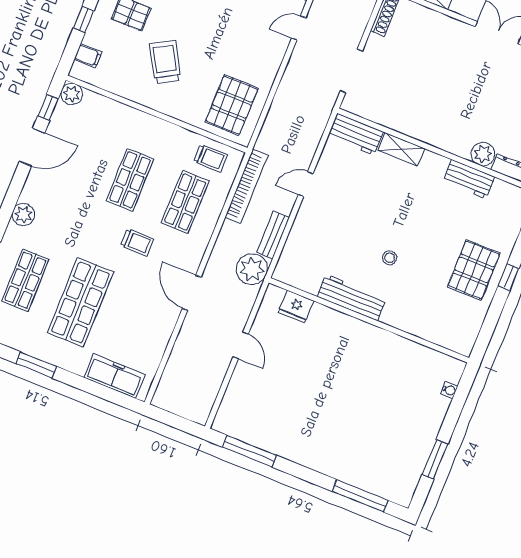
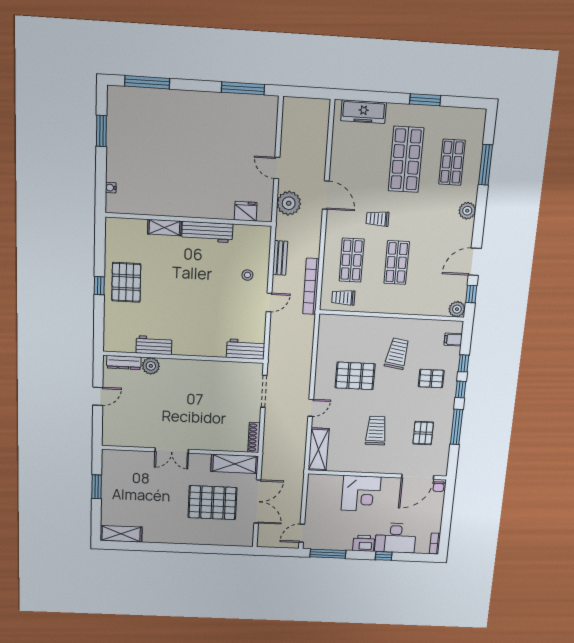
trolley: (165, 62) -> (397, 354), turned -141
pallet: (232, 105) -> (355, 376), moved, turned 90
shelving: (401, 149) -> (164, 227), moved
stool: (390, 258) -> (247, 275), moved
plant: (252, 269) -> (289, 203), moved

